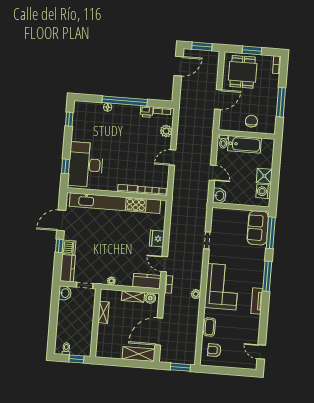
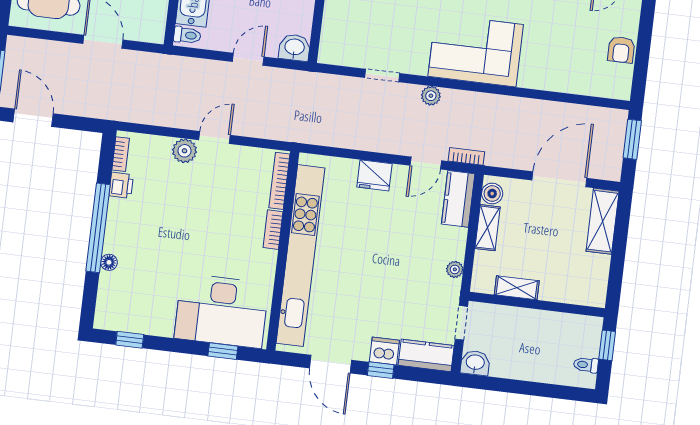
plant: (166, 131) -> (184, 151), moved
door: (173, 158) -> (215, 138), swing flipped
plant: (196, 294) -> (431, 96), moved
coffee table: (209, 327) -> (555, 78), removed
door: (159, 331) -> (559, 179), swing flipped
armchair: (214, 350) -> (621, 50), moved

